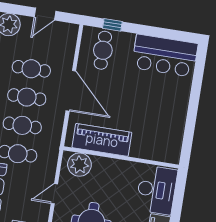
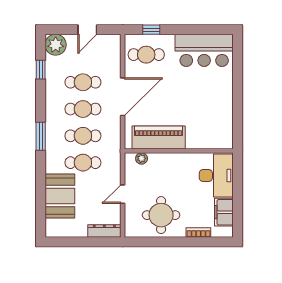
cafe table: (103, 50) -> (146, 55), turned 90
door: (71, 91) -> (123, 97), hinge flipped
plant: (79, 165) -> (142, 158), width x0.53, depth x0.53

